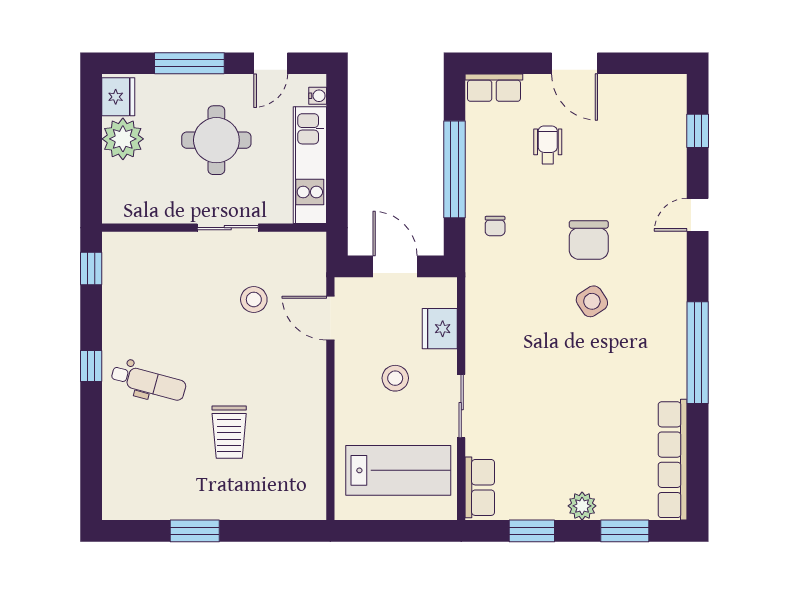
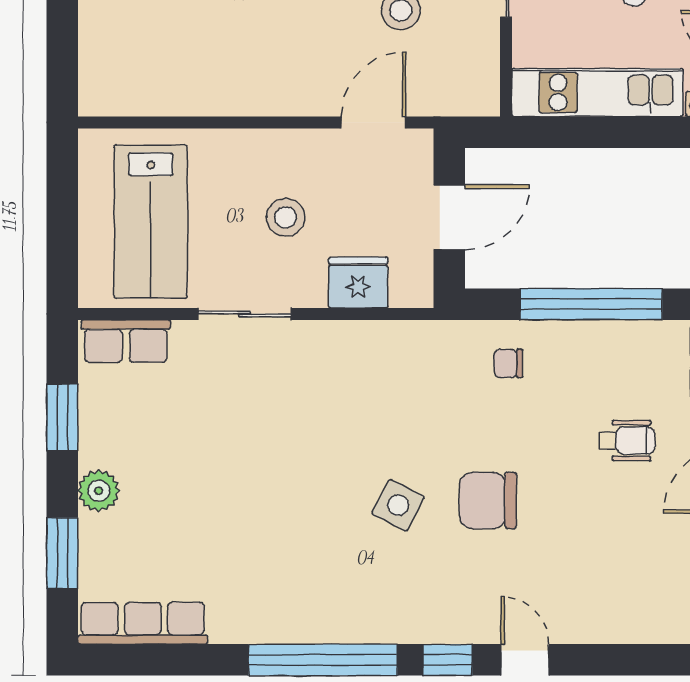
window: (698, 131) -> (448, 660), moved
side table: (592, 301) -> (398, 505), turned -30
row of seats: (673, 460) -> (143, 623), width x0.73

